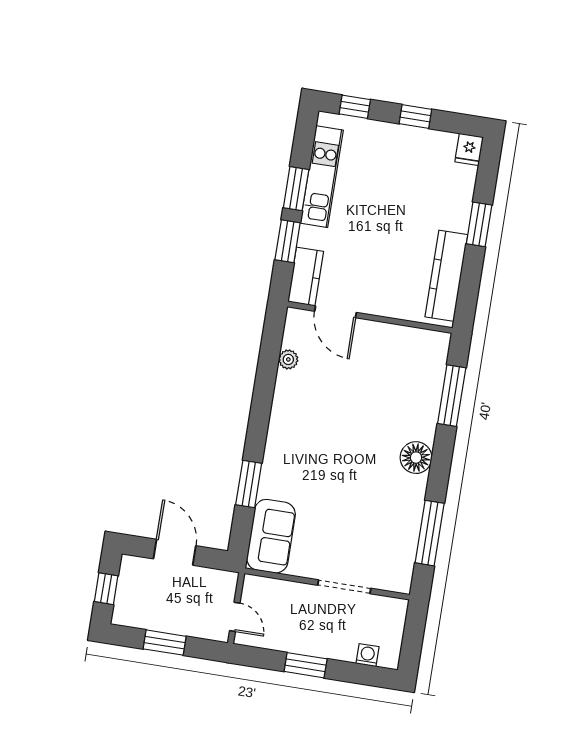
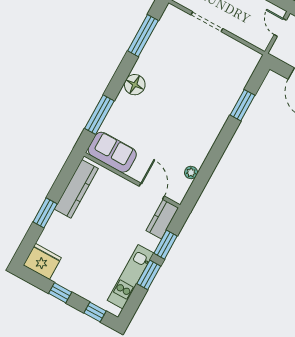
fridge: (469, 149) -> (42, 261), width x1.88, depth x1.34
sofa: (271, 536) -> (112, 152), moved, turned 90

